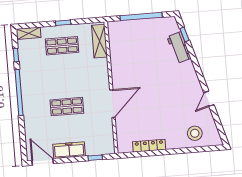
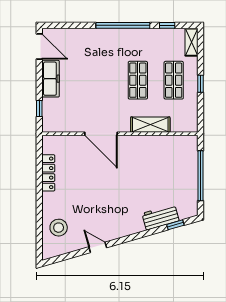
shelving: (100, 41) -> (150, 125), moved
shop shelf: (67, 107) -> (138, 80), moved
door: (43, 162) -> (39, 47), hinge flipped

